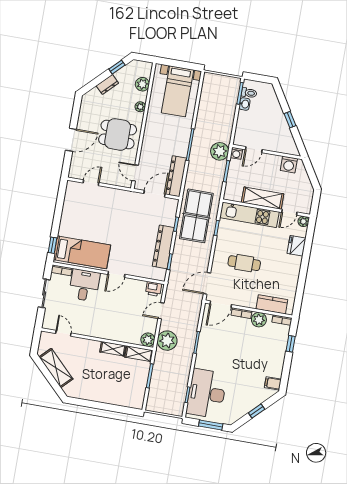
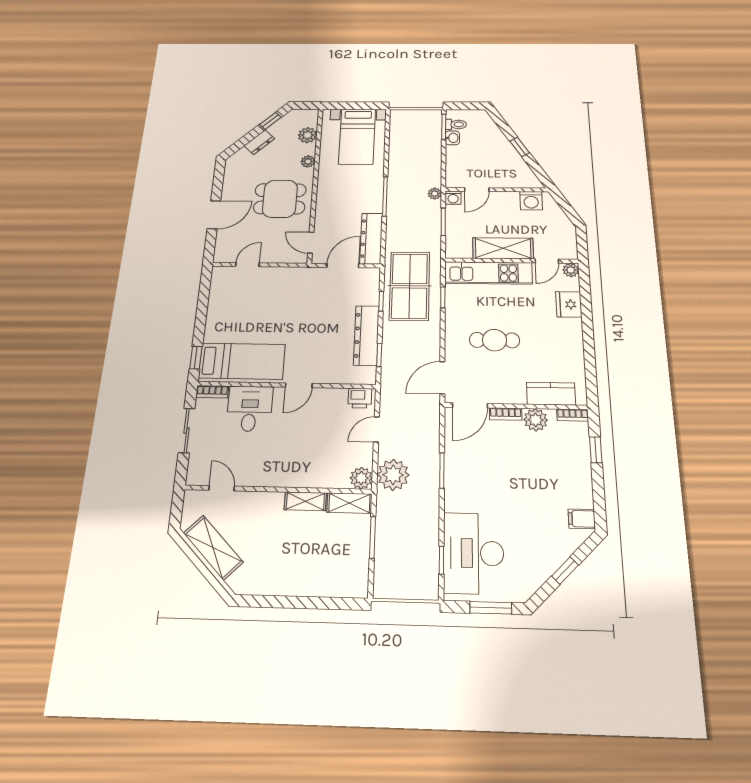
plant: (220, 151) -> (435, 194), width x0.53, depth x0.53

